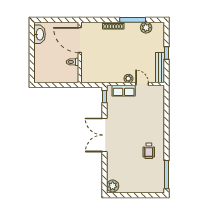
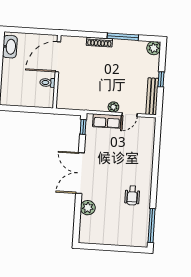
plant: (146, 28) -> (154, 48), moved
door: (80, 40) -> (58, 57), hinge flipped
door: (142, 84) -> (129, 115), swing flipped
plant: (113, 186) -> (88, 208), moved

